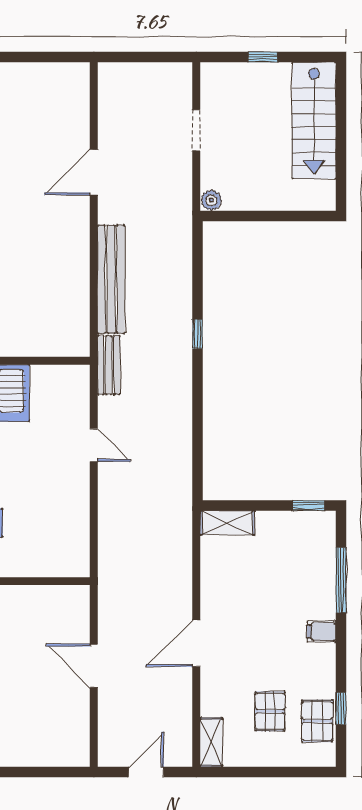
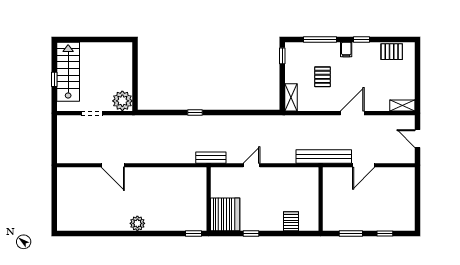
stairs: (314, 120) -> (68, 72), moved, turned -90
plant: (211, 200) -> (122, 101), width x1.88, depth x1.88
bench: (111, 279) -> (324, 156), moved
door: (196, 643) -> (352, 113), swing flipped
window: (341, 708) -> (361, 40), moved
pallet: (270, 711) -> (322, 77), moved, turned 90

